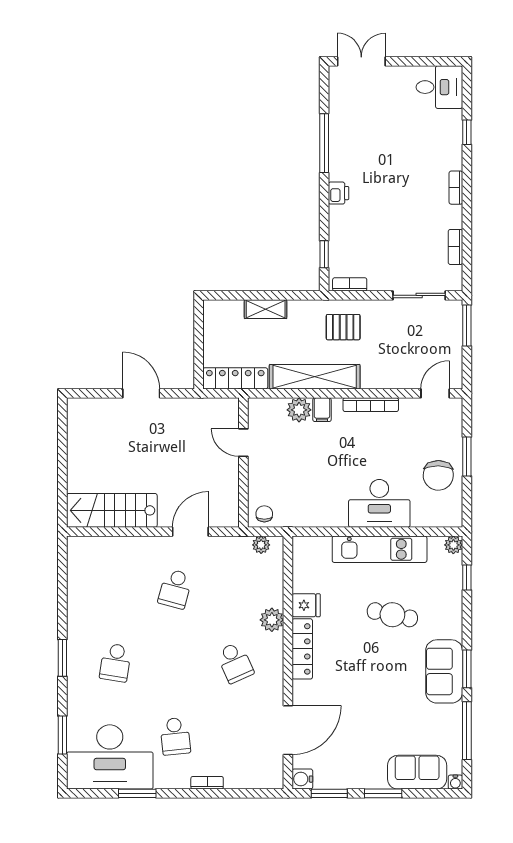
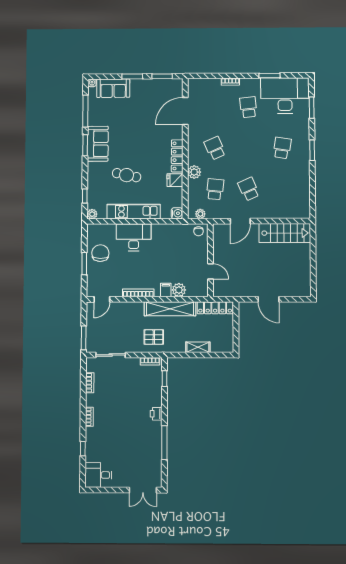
school desk: (175, 589) -> (249, 189), turned -39
school desk: (235, 589) -> (215, 189), added
water cooler: (302, 779) -> (177, 213), moved

